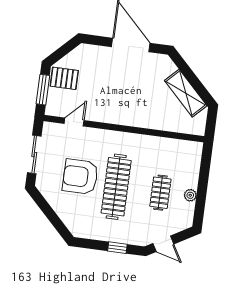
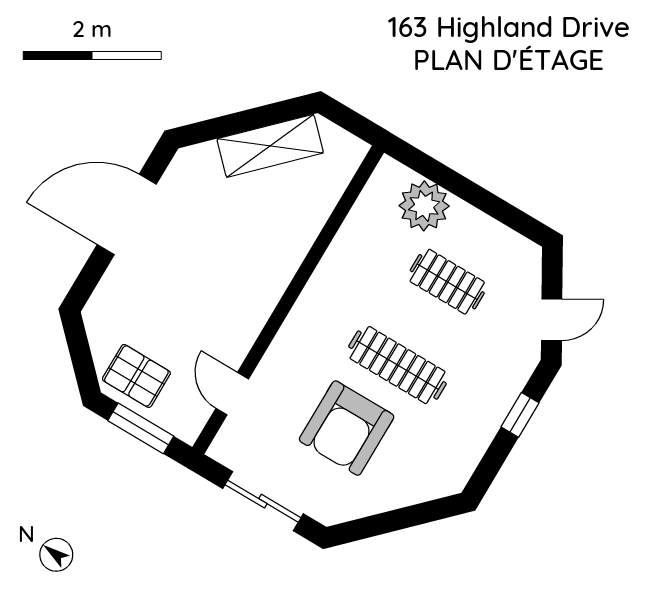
pallet: (64, 78) -> (136, 376), turned 90
clothes rail: (116, 187) -> (398, 365), width x0.73, depth x0.76
plant: (190, 195) -> (424, 206), moved, width x1.88, depth x1.88

